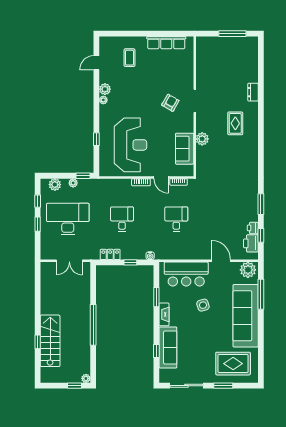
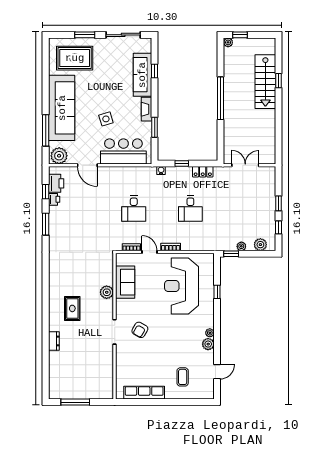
desk: (68, 219) -> (247, 209), removed

